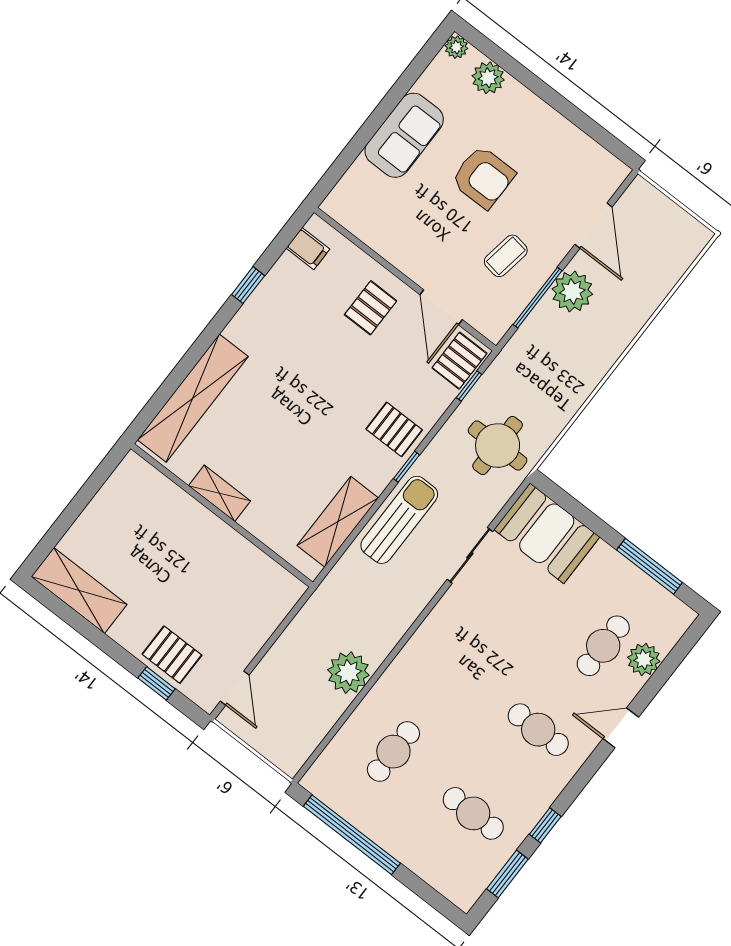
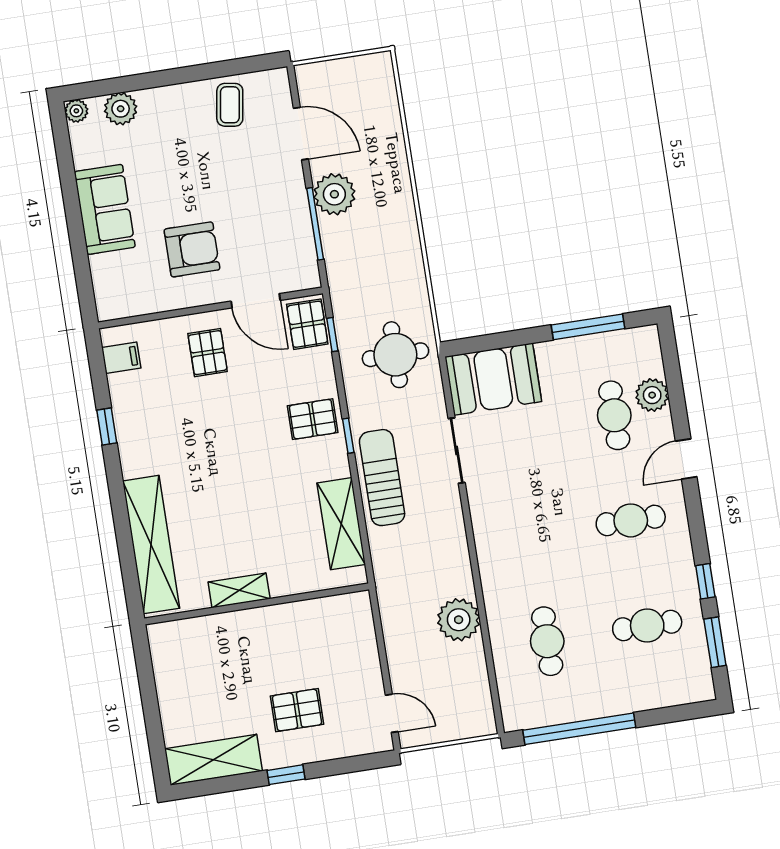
armchair: (483, 177) -> (192, 249), moved
coffee table: (506, 256) -> (230, 105), moved
pallet: (172, 655) -> (297, 710), moved
window: (157, 683) -> (286, 775), moved

